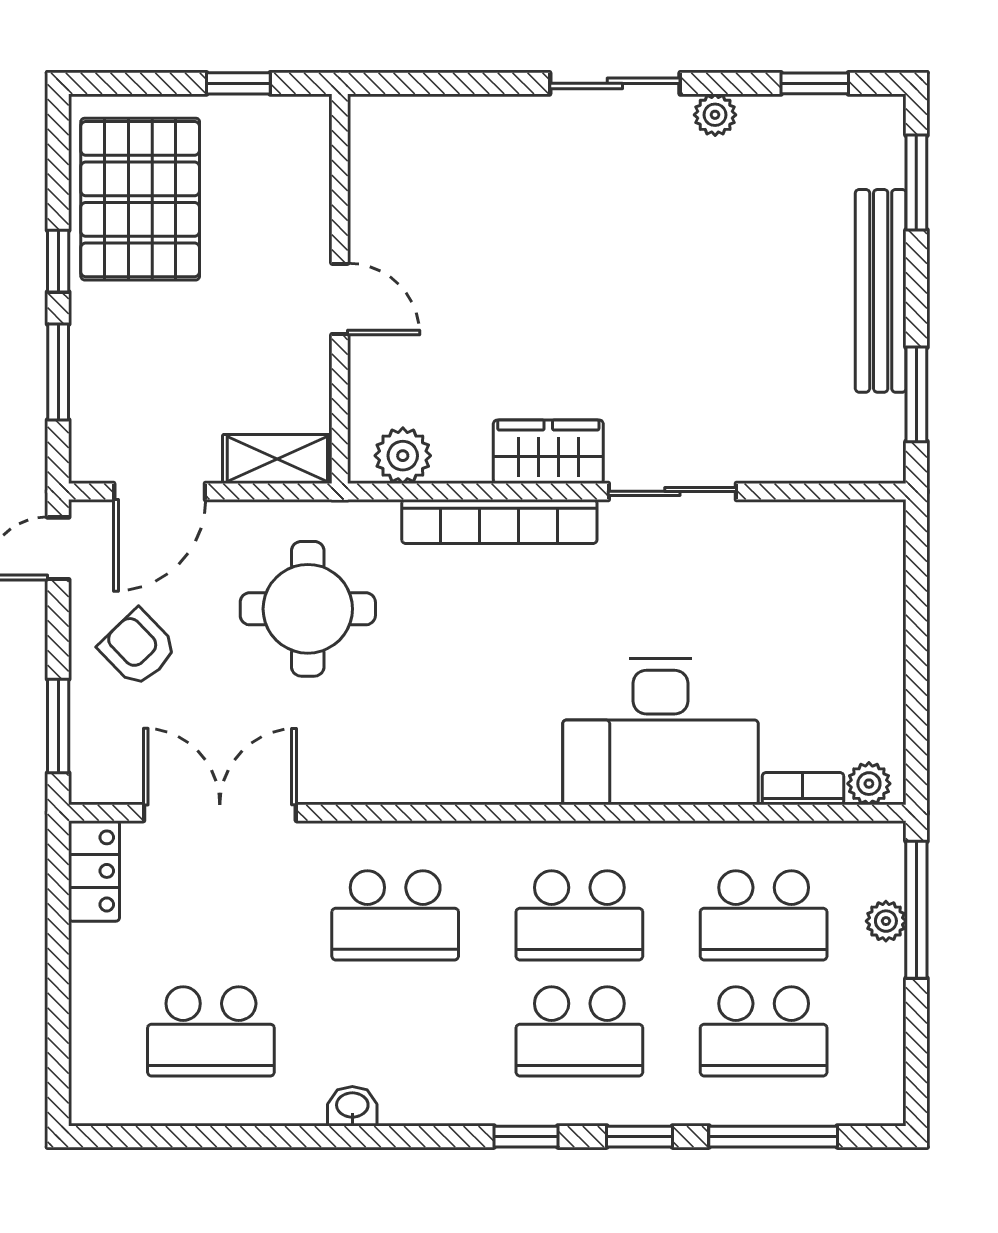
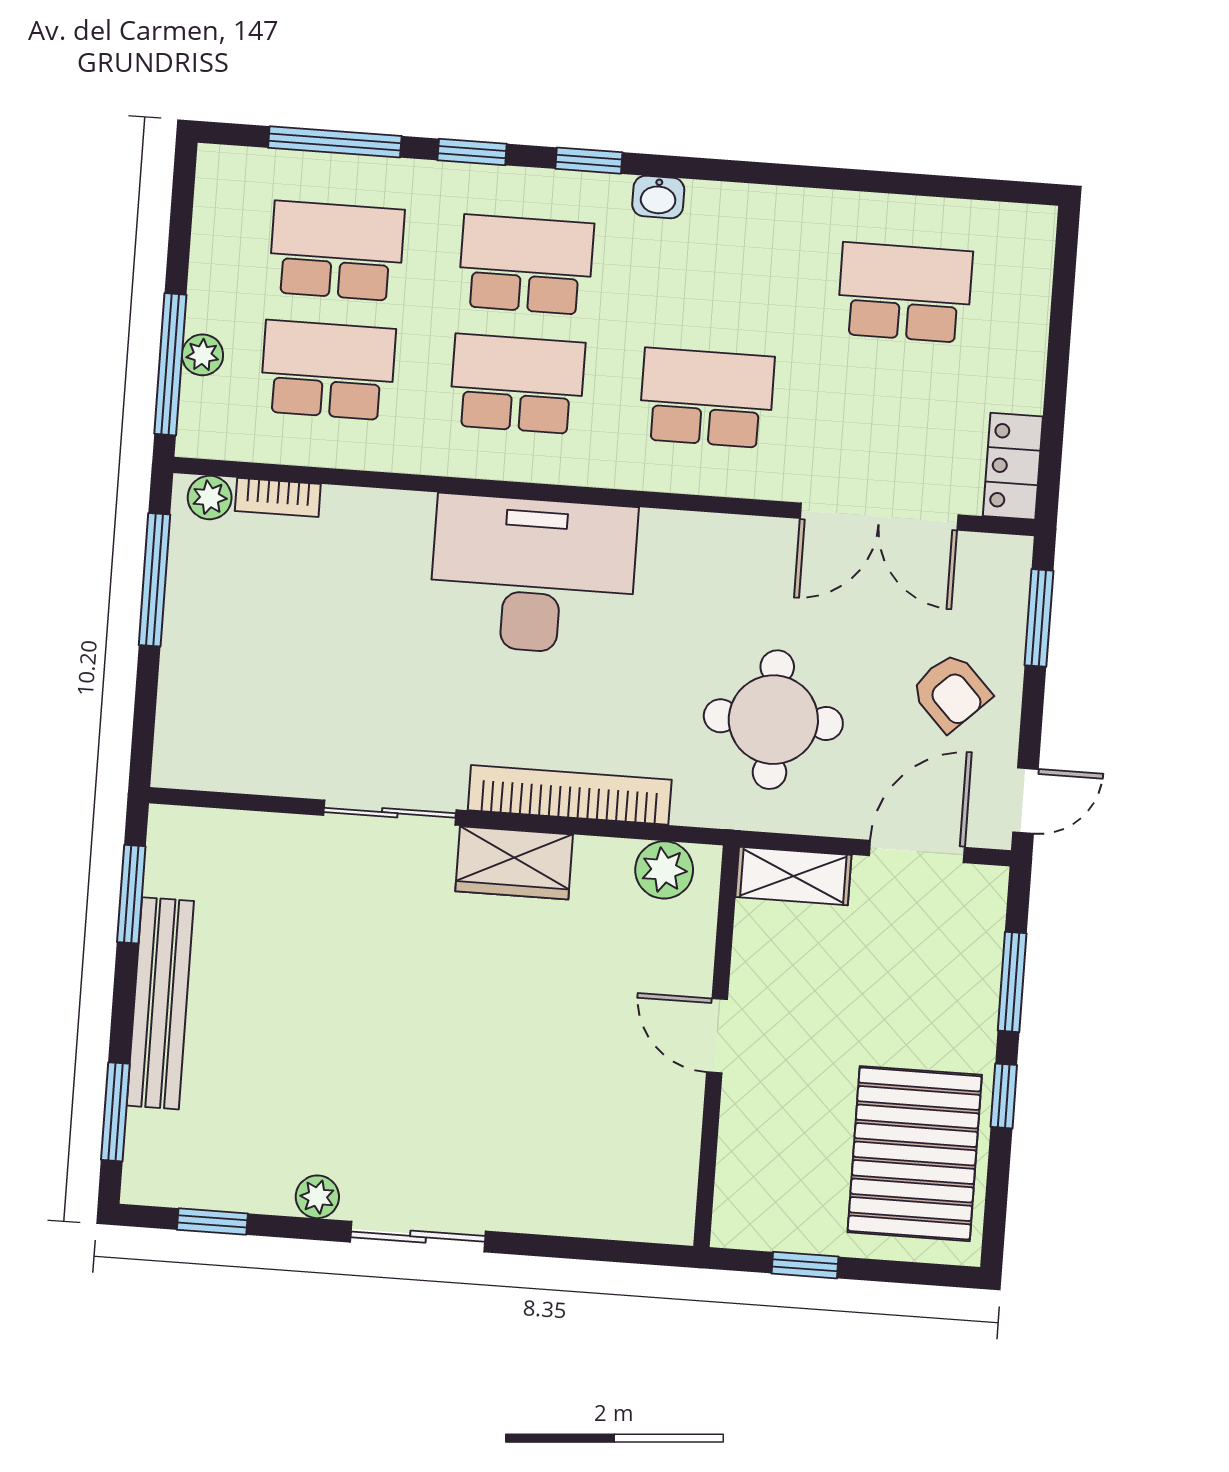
window: (916, 700) -> (154, 580), added
desk: (660, 732) -> (533, 575), moved
washbasin: (352, 1106) -> (658, 197), moved

